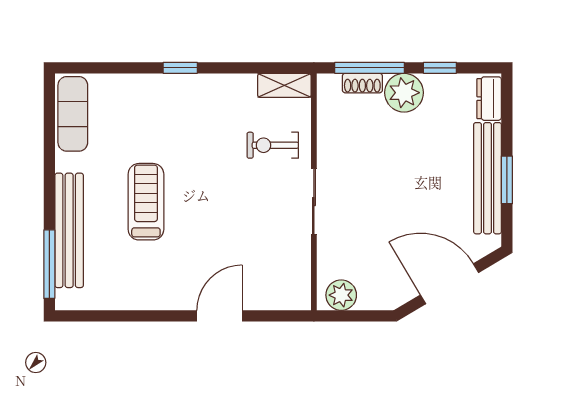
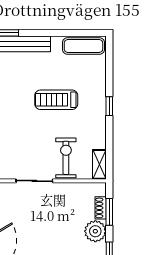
window: (369, 68) -> (109, 212), width x0.69
exercise bike: (273, 145) -> (66, 158), width x1.38, depth x1.39
treadmill: (146, 202) -> (56, 100), moved, turned 180

